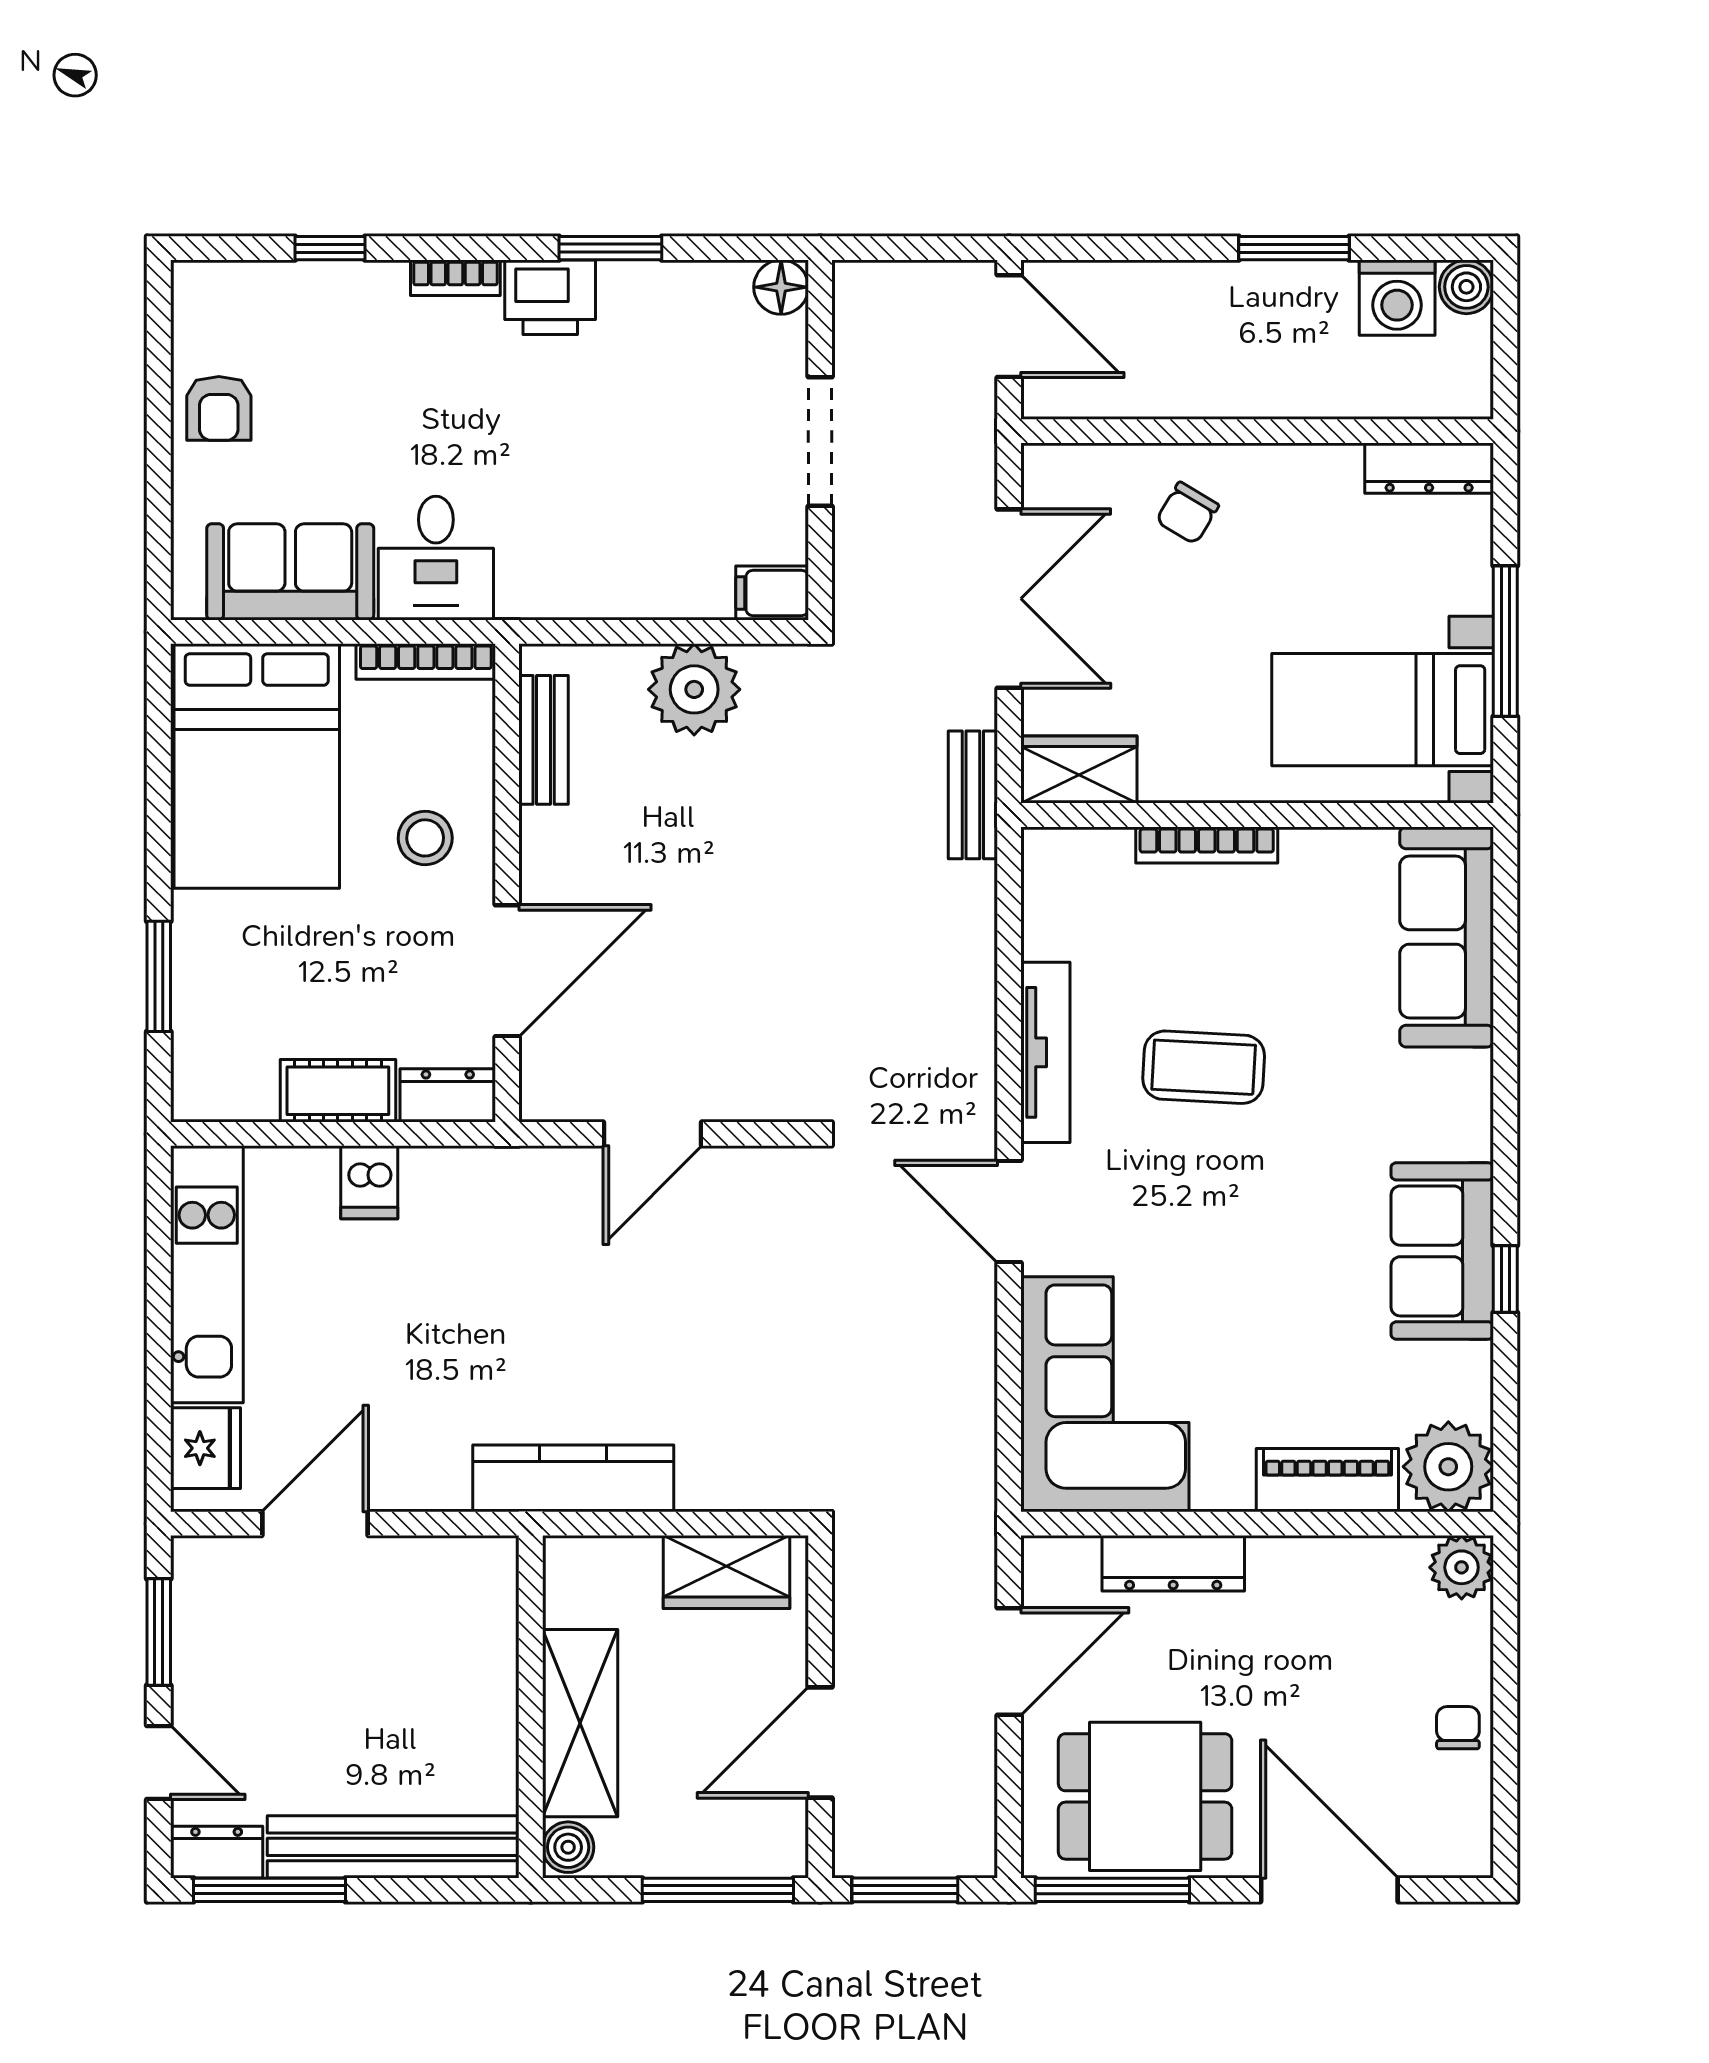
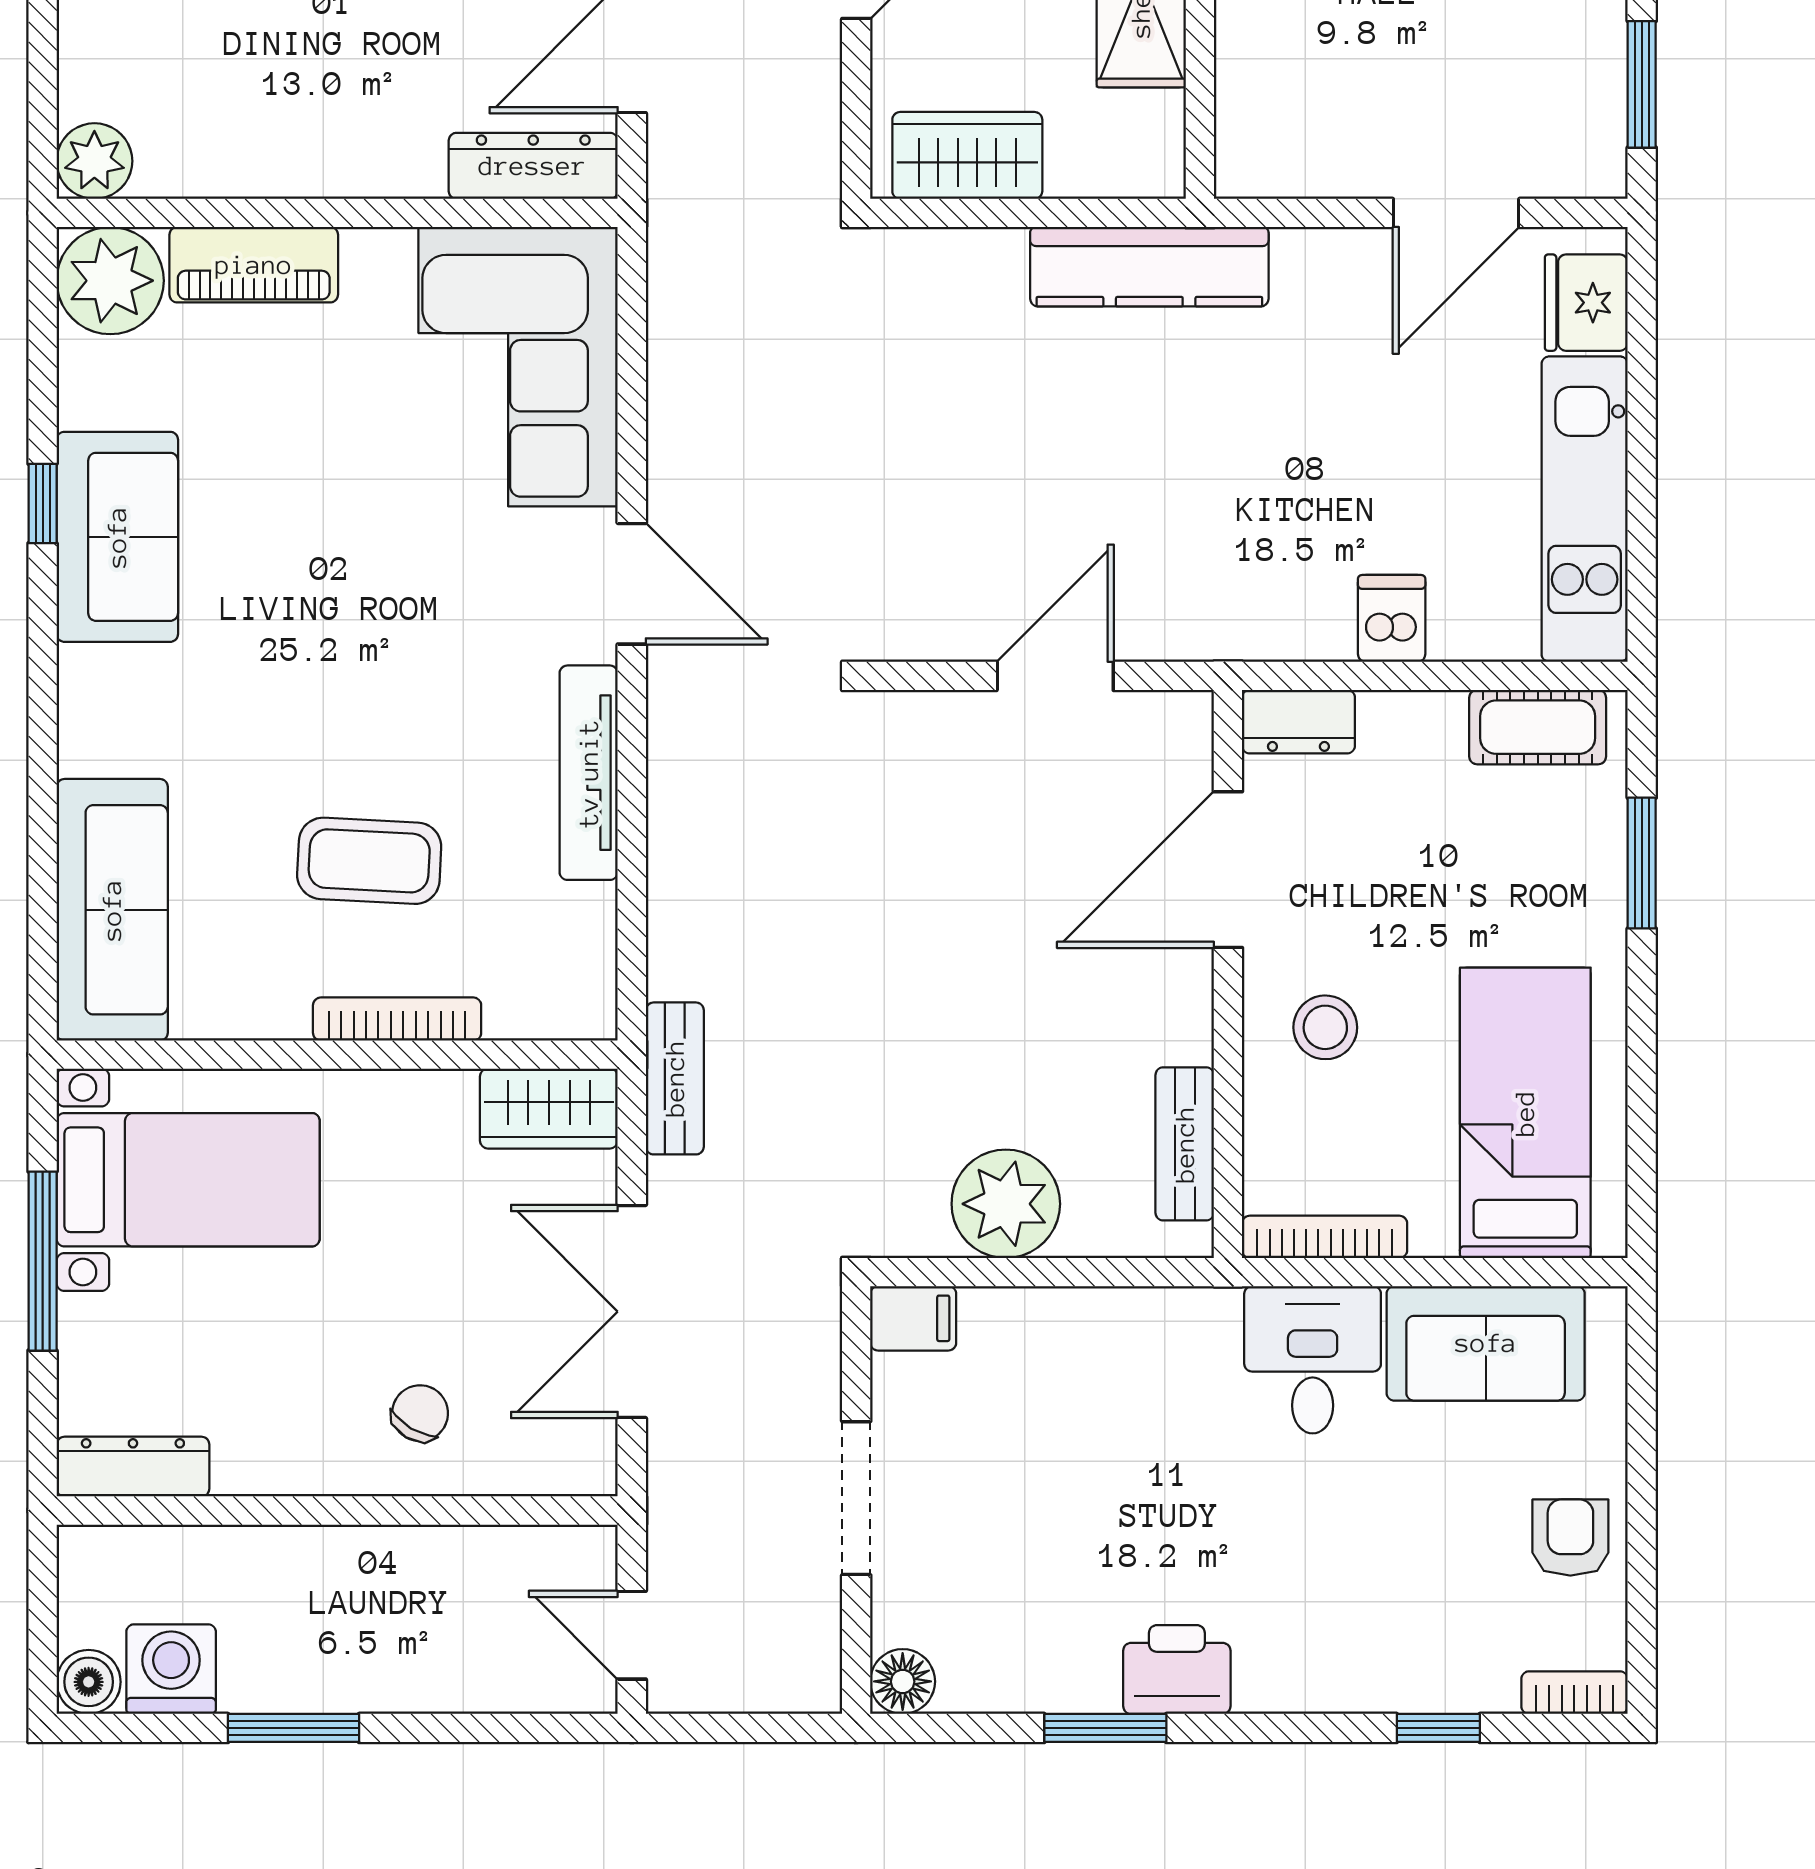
bookcase: (455, 278) -> (1574, 1693), moved
door: (1009, 326) -> (632, 1635), width x0.73
bed: (257, 766) -> (1525, 1113), width x0.67
coffee table: (1204, 1067) -> (369, 861), moved
cot: (338, 1091) -> (1538, 727), moved
dresser: (1173, 1563) -> (533, 166), moved

